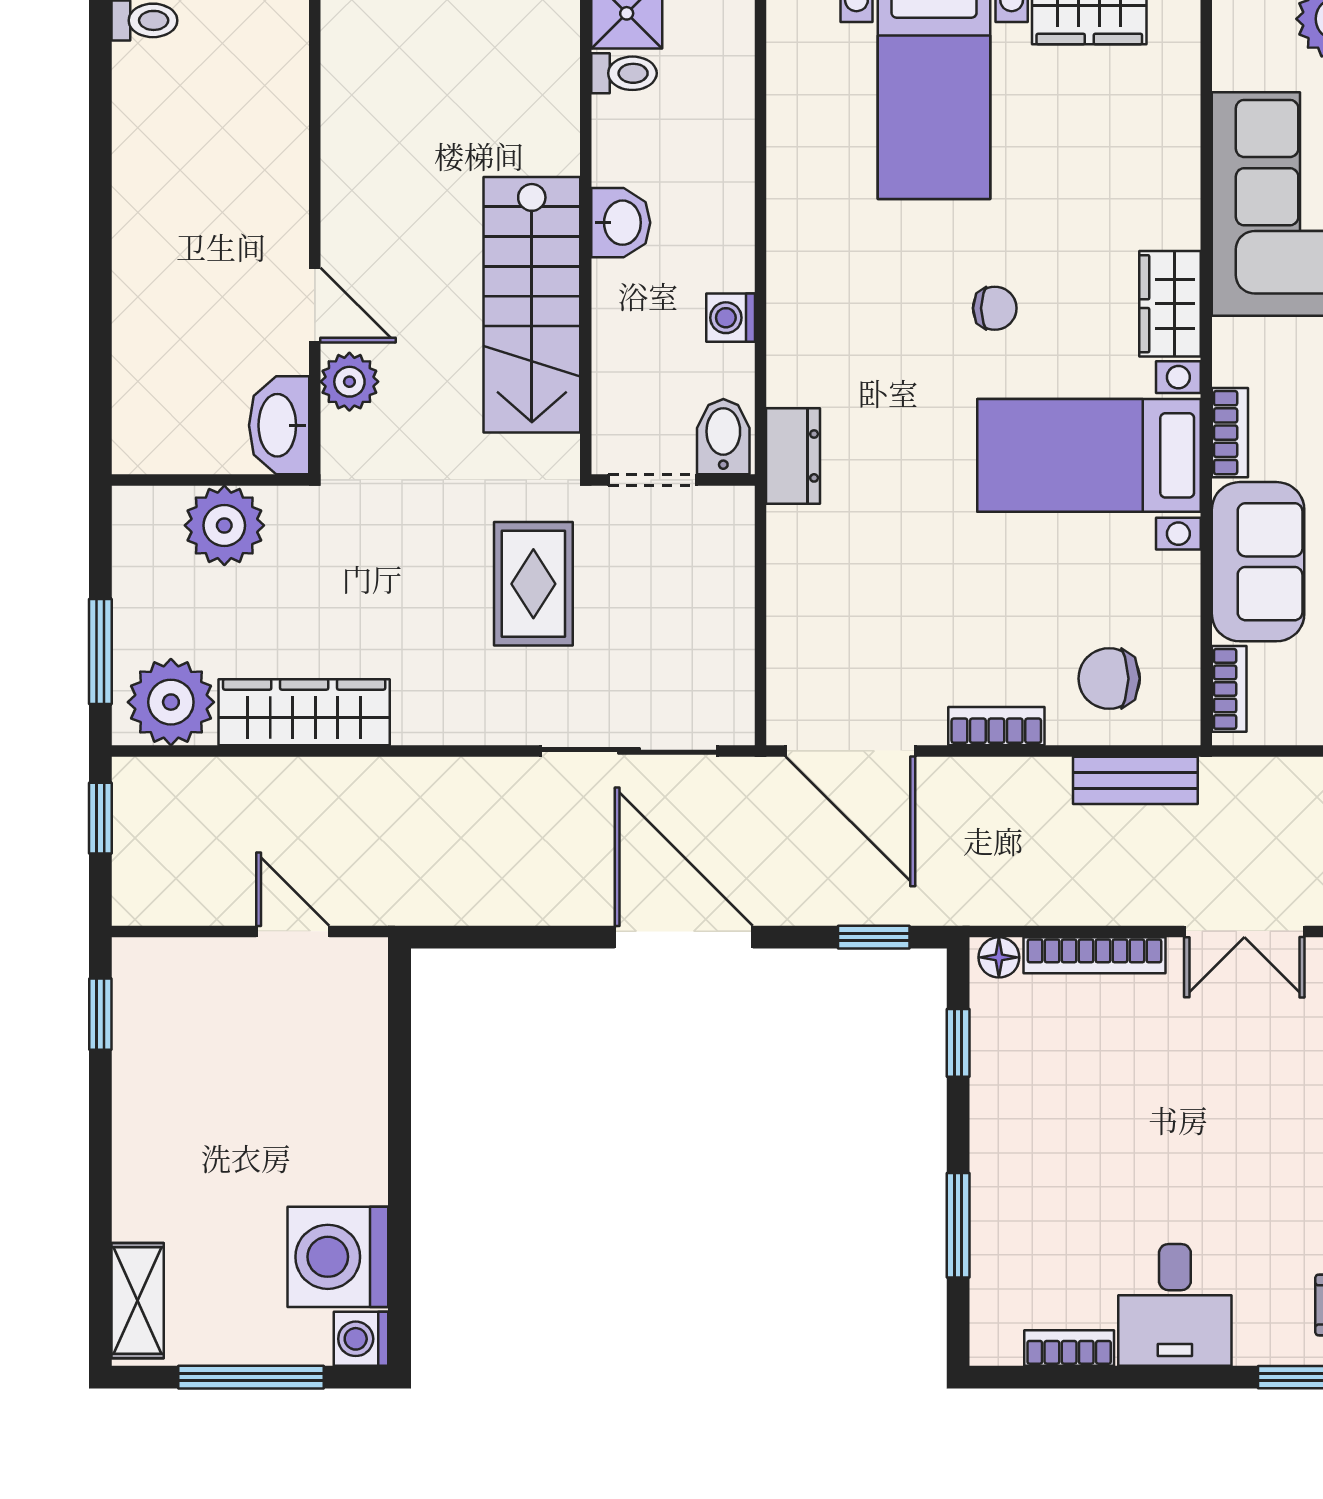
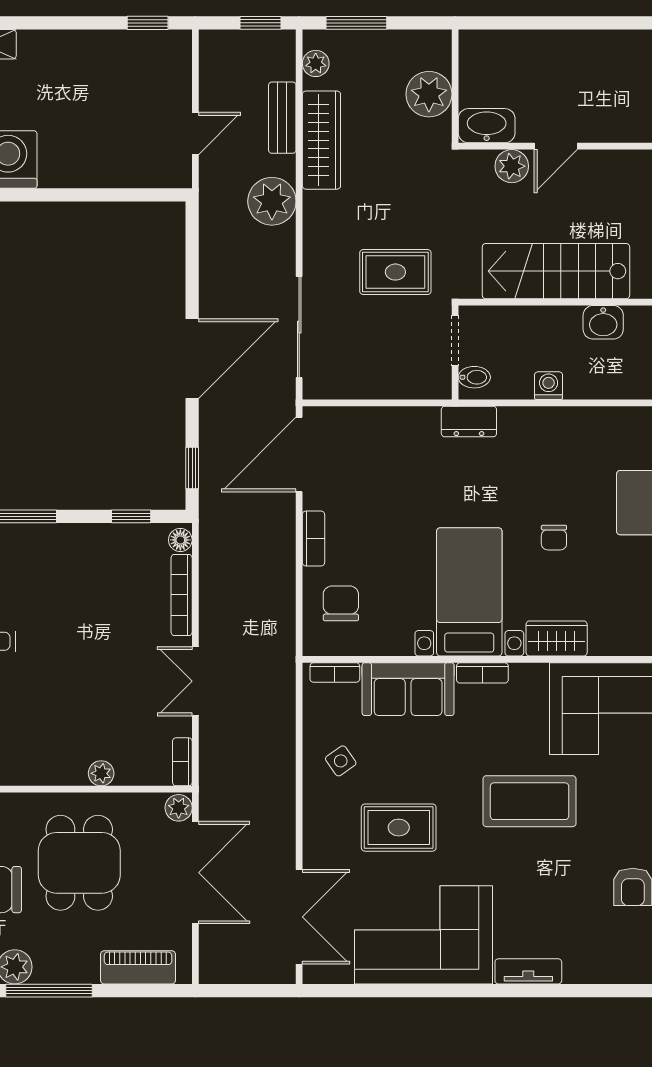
bidet: (723, 437) -> (474, 377), width x0.72, depth x0.74
plant: (171, 702) -> (316, 63), width x0.53, depth x0.53
bench: (1135, 780) -> (282, 118), moved
plant: (410, 798) -> (272, 201), added

